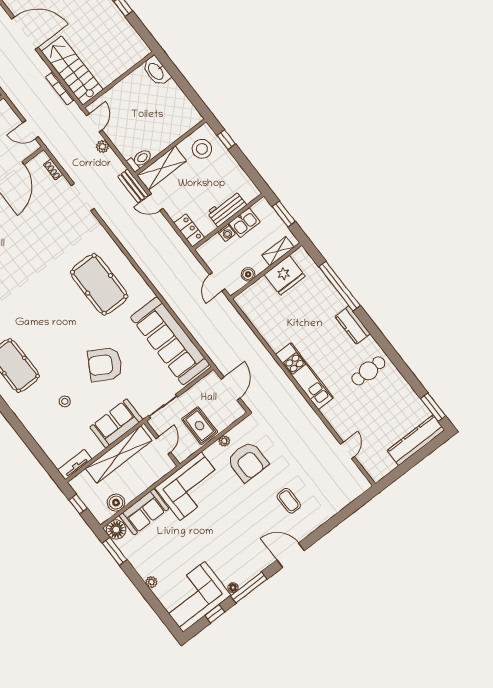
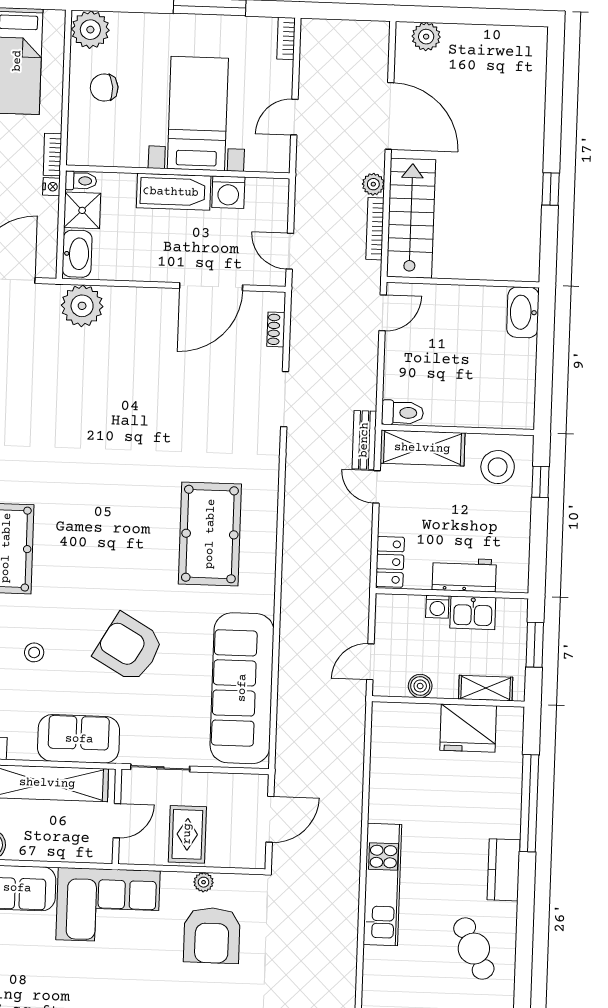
plant: (102, 146) -> (373, 184), moved
cafe table: (368, 371) -> (474, 949), turned 64

